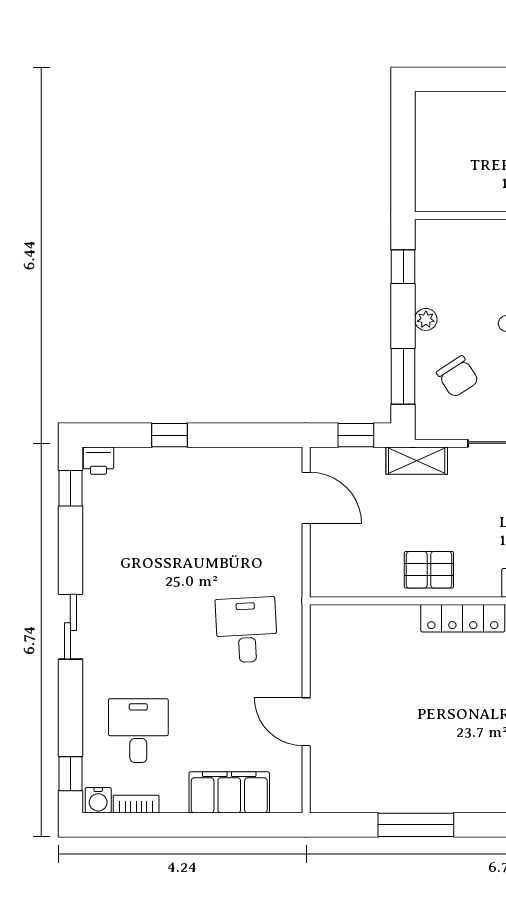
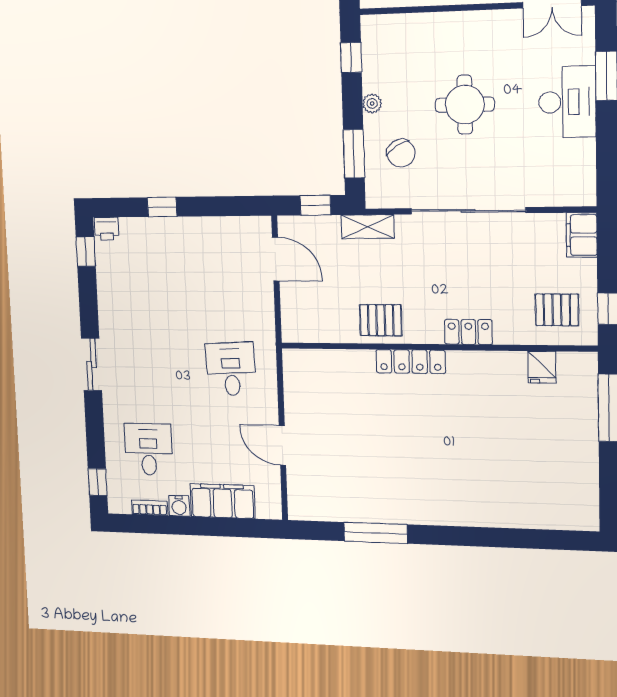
water cooler: (98, 800) -> (179, 506), moved

